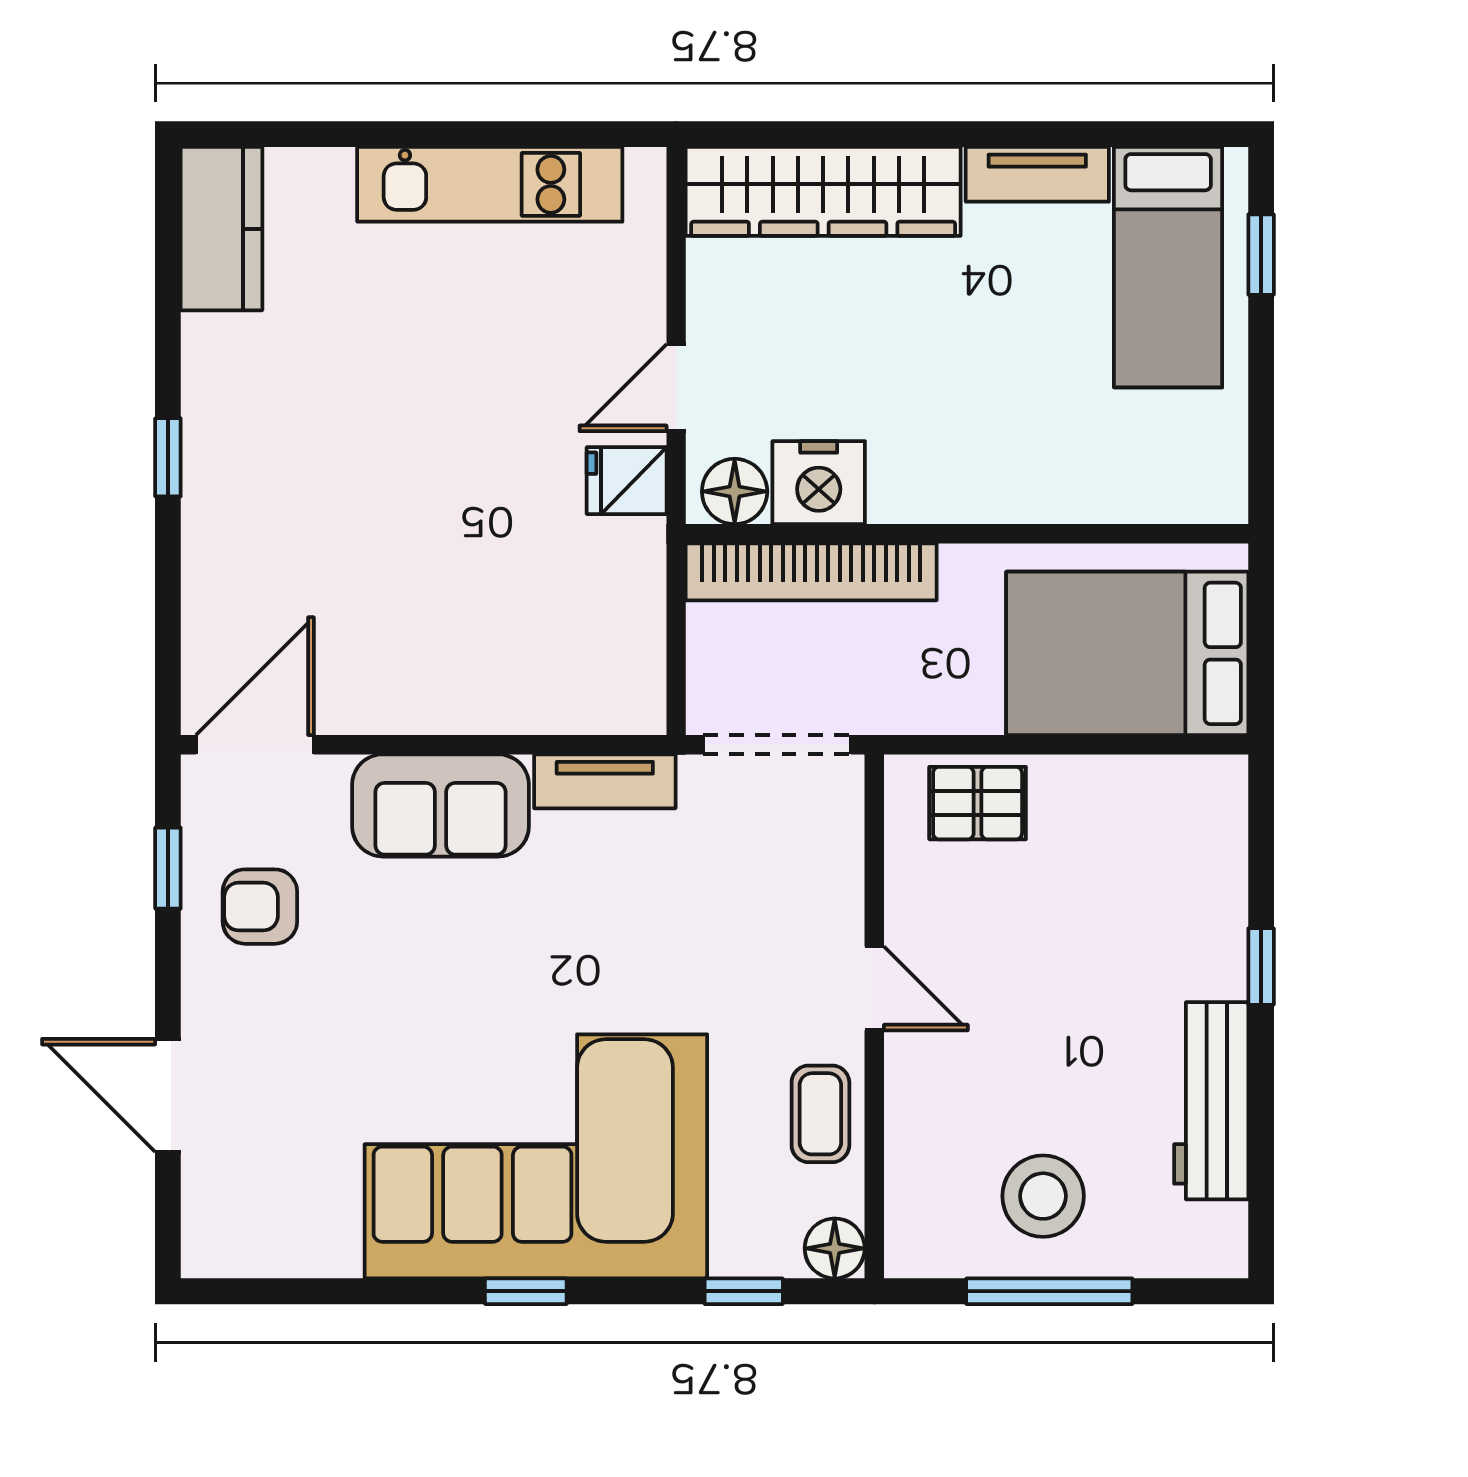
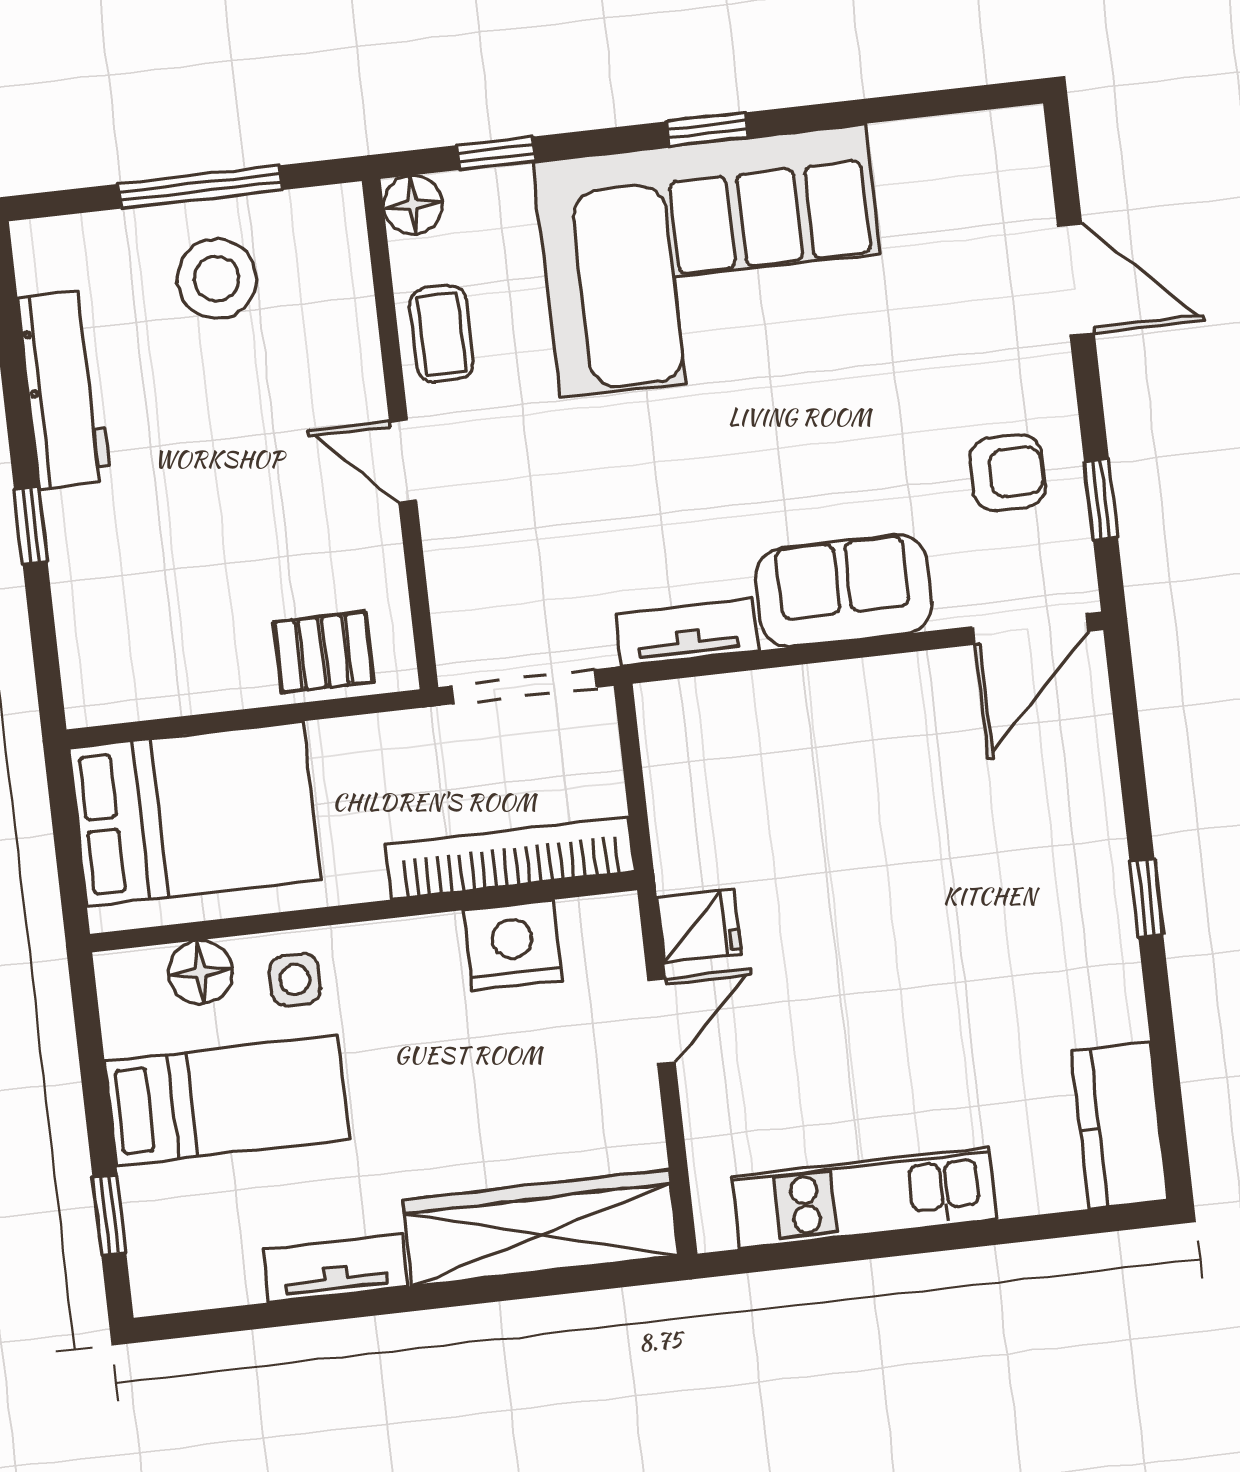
bed: (1168, 267) -> (227, 1100), moved, turned 90
side table: (1045, 473) -> (295, 980), added
floor lamp: (735, 491) -> (201, 972), moved

